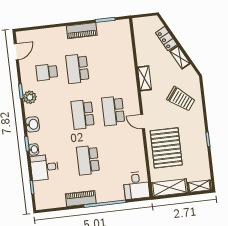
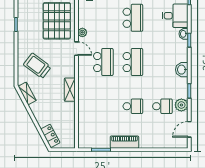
locker: (166, 39) -> (50, 136), moved
shelving: (180, 57) -> (27, 93), moved
school desk: (77, 69) -> (133, 106), width x0.54
plant: (30, 97) -> (181, 105), moved
washbasin: (33, 124) -> (182, 70), moved
plant: (138, 139) -> (82, 32), added

